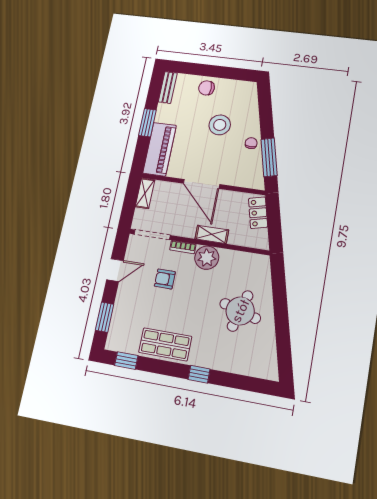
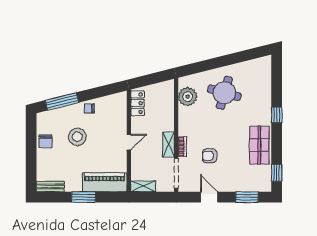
chair: (206, 88) -> (45, 141), moved
window: (269, 157) -> (62, 101), moved
door: (201, 184) -> (129, 142), width x0.53
locker: (258, 213) -> (138, 103), moved, turned -76
shelving: (212, 234) -> (169, 145), moved
plant: (207, 258) -> (188, 97), moved
armchair: (165, 279) -> (210, 156), turned 90

